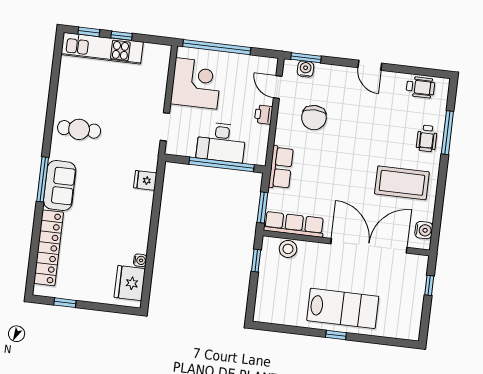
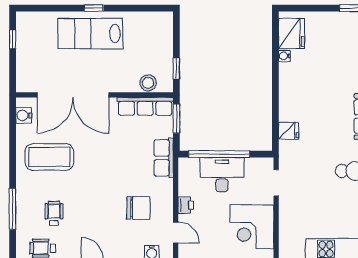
chair: (314, 118) -> (138, 208), turned 90
wheelchair: (427, 138) -> (54, 213), moved
window: (429, 285) -> (13, 39), moved

